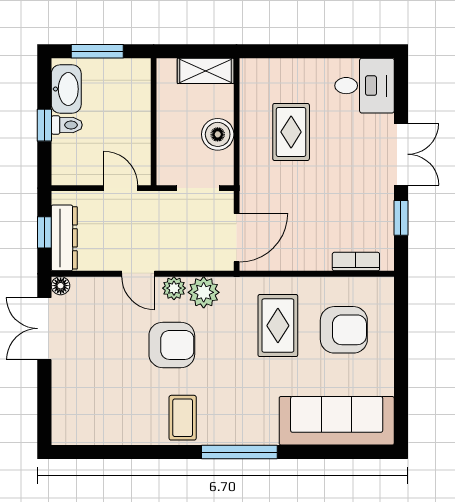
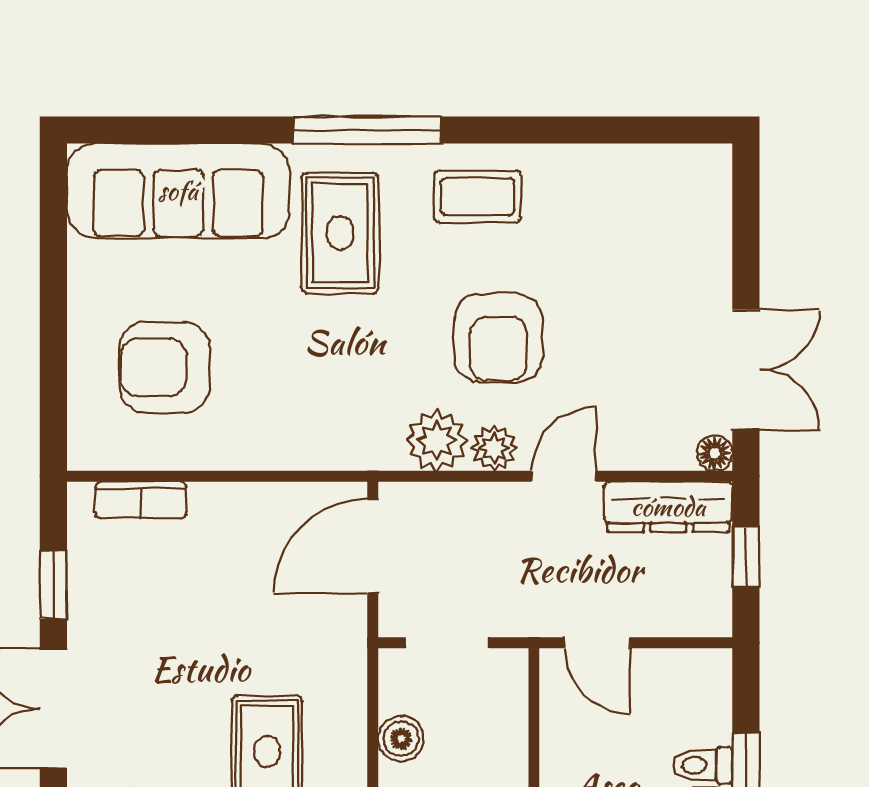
boiler: (218, 134) -> (401, 739), width x0.73, depth x0.73
dresser: (64, 238) -> (668, 507), moved, turned -90
door: (138, 274) -> (564, 476), hinge flipped
rug: (278, 326) -> (340, 233), moved
armchair: (172, 345) -> (498, 338), turned -90
coffee table: (183, 418) -> (477, 197), turned 90

